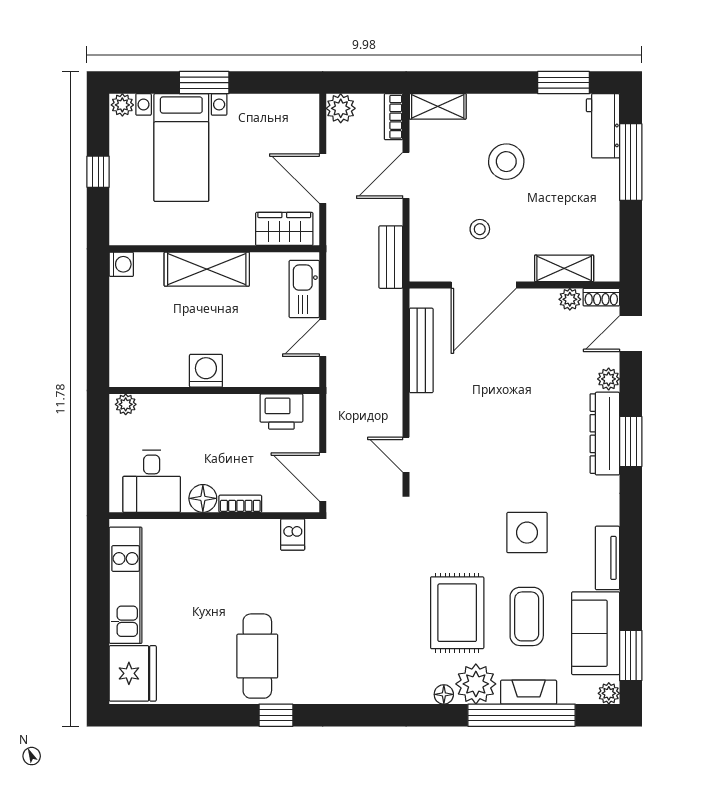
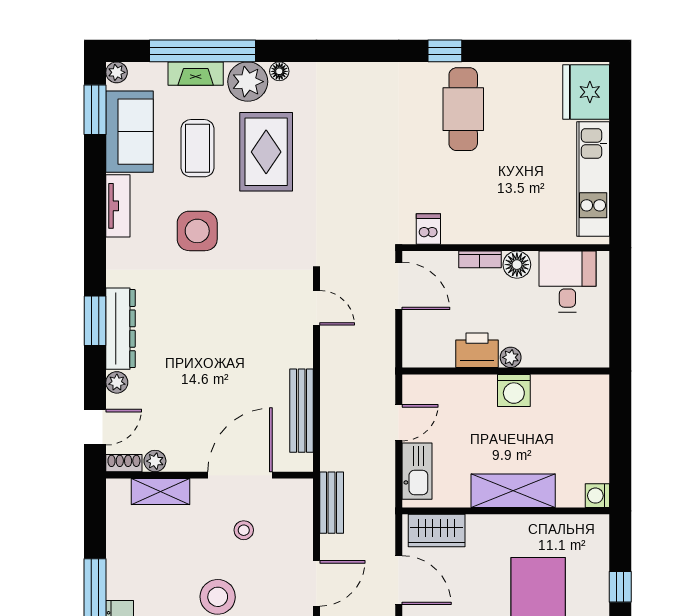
plant: (126, 404) -> (511, 357), moved
printer: (281, 412) -> (477, 350), moved

